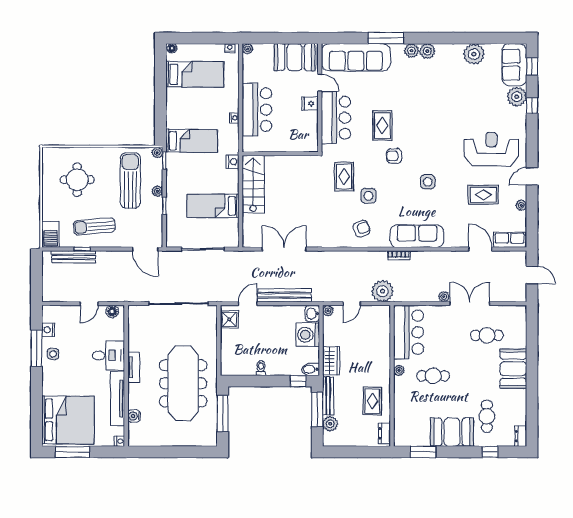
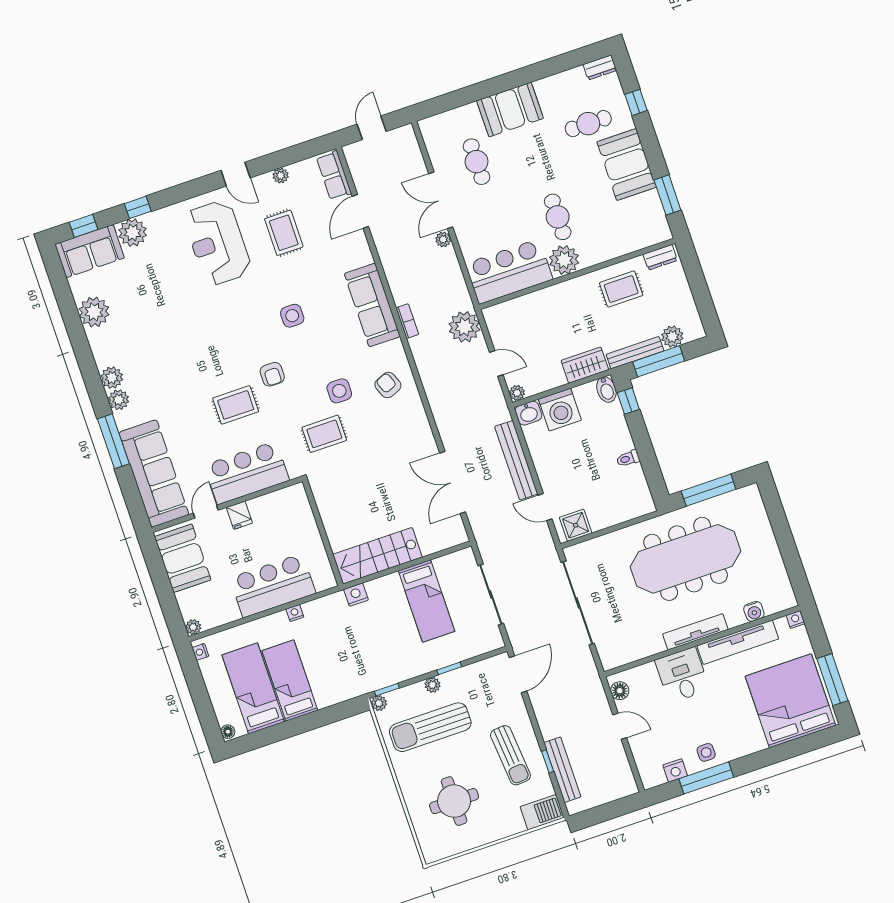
bed: (192, 141) -> (290, 681), moved
tv unit: (134, 367) -> (695, 632), width x1.41
plant: (399, 370) -> (564, 260), width x1.87, depth x1.87

